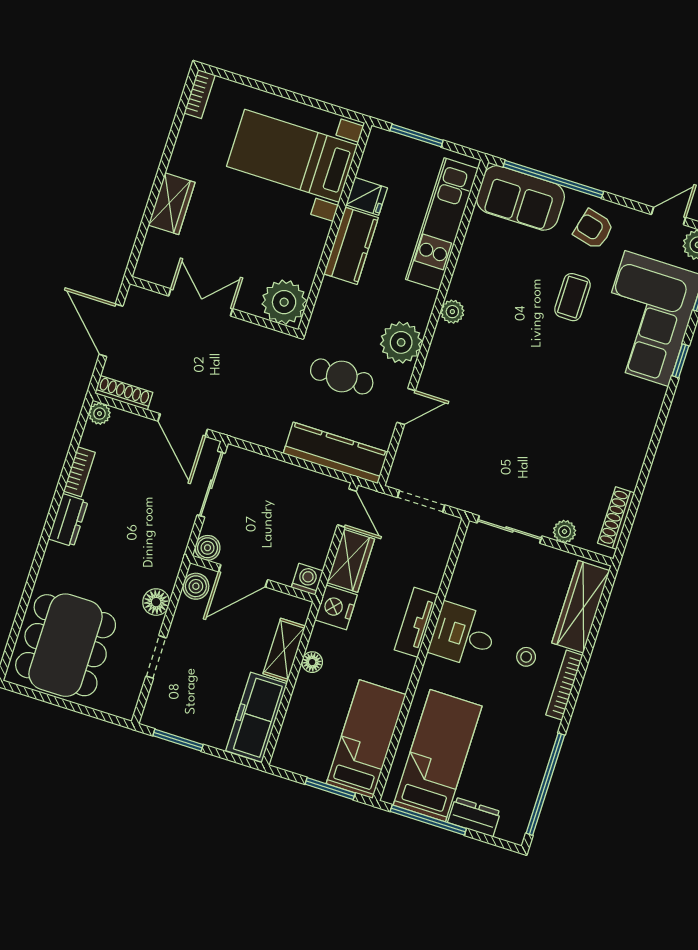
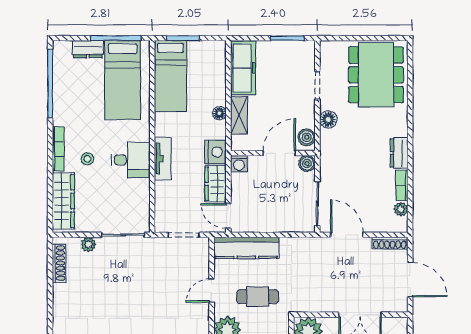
plant: (99, 414) -> (401, 209), moved

